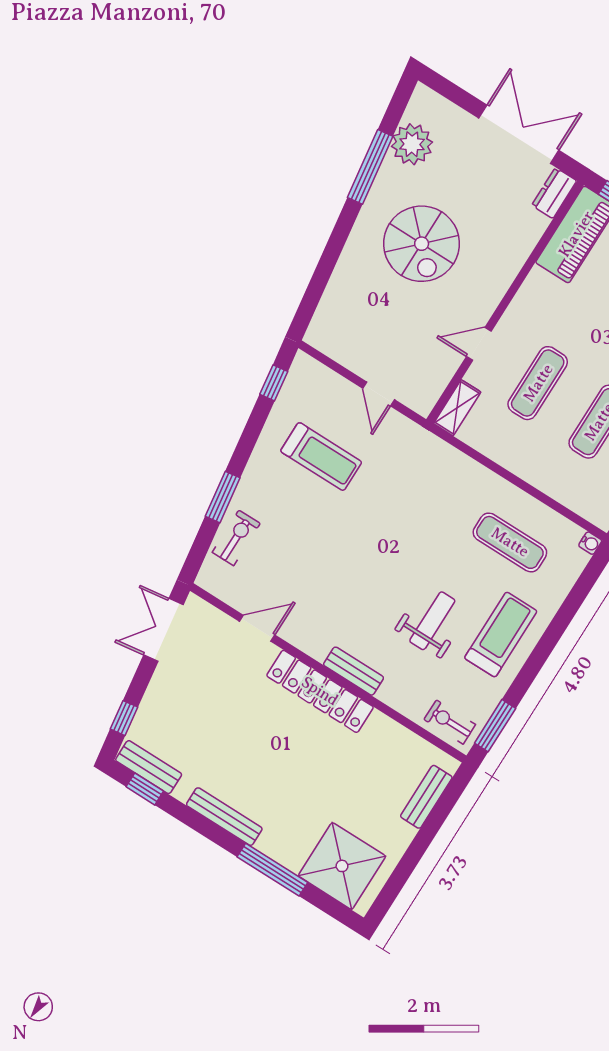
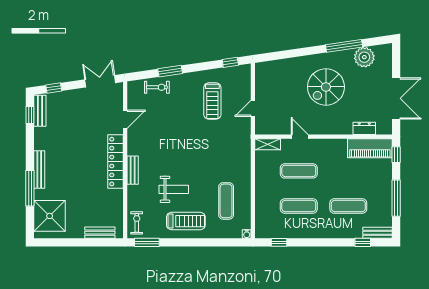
dresser: (554, 193) -> (364, 128), moved
door: (257, 628) -> (125, 119), hinge flipped
bench: (224, 817) -> (39, 170), moved

